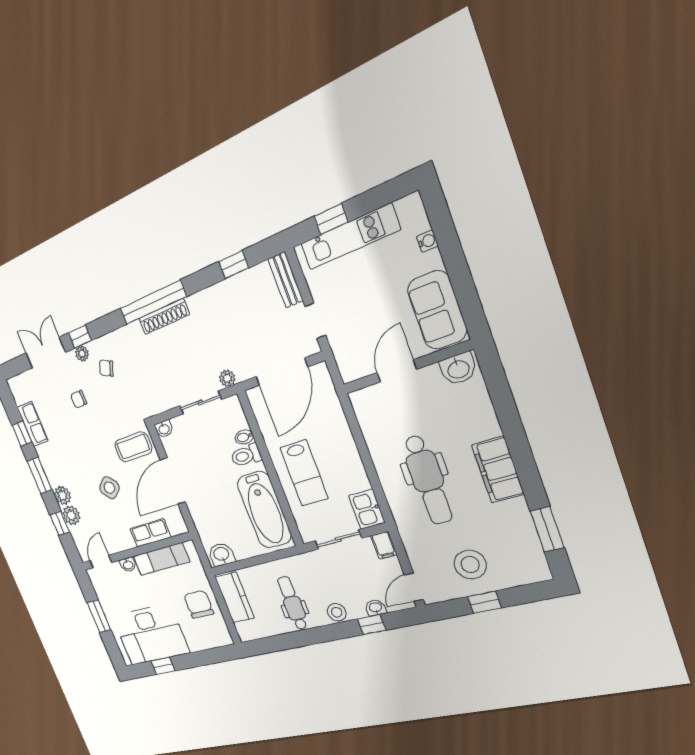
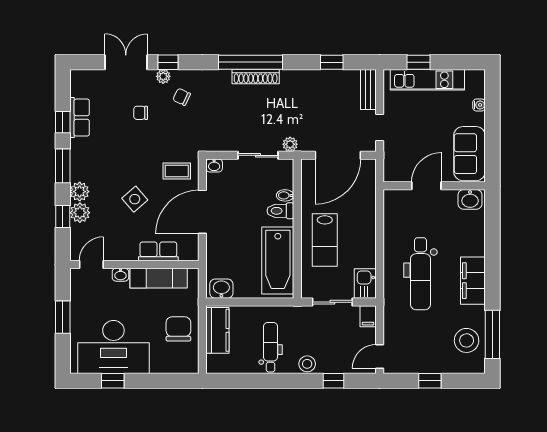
coffee table: (133, 447) -> (177, 171), width x0.73, depth x0.77
window: (547, 529) -> (492, 334), width x1.44
stool: (470, 565) -> (467, 340), moved
washbasin: (376, 608) -> (342, 367), removed

